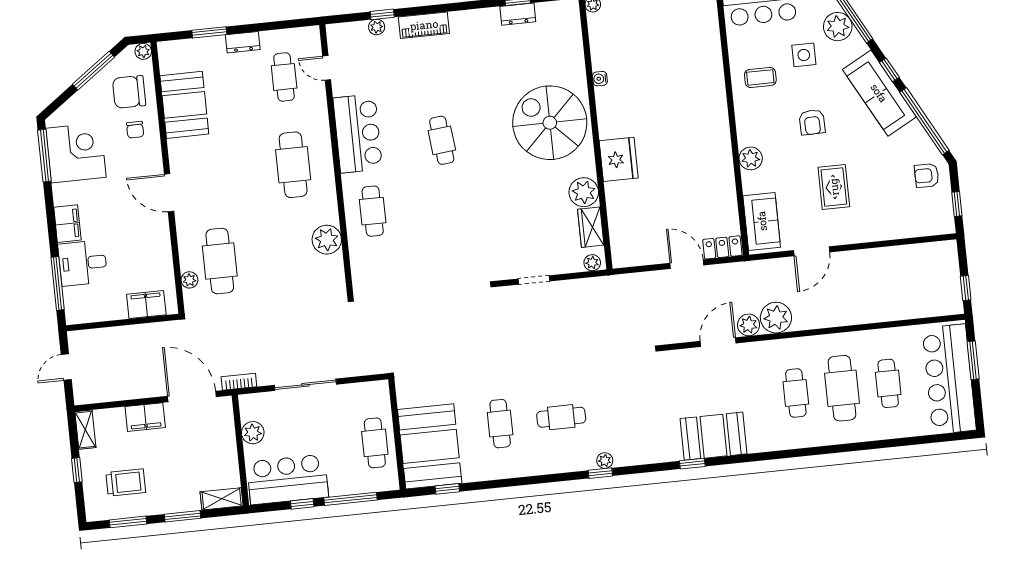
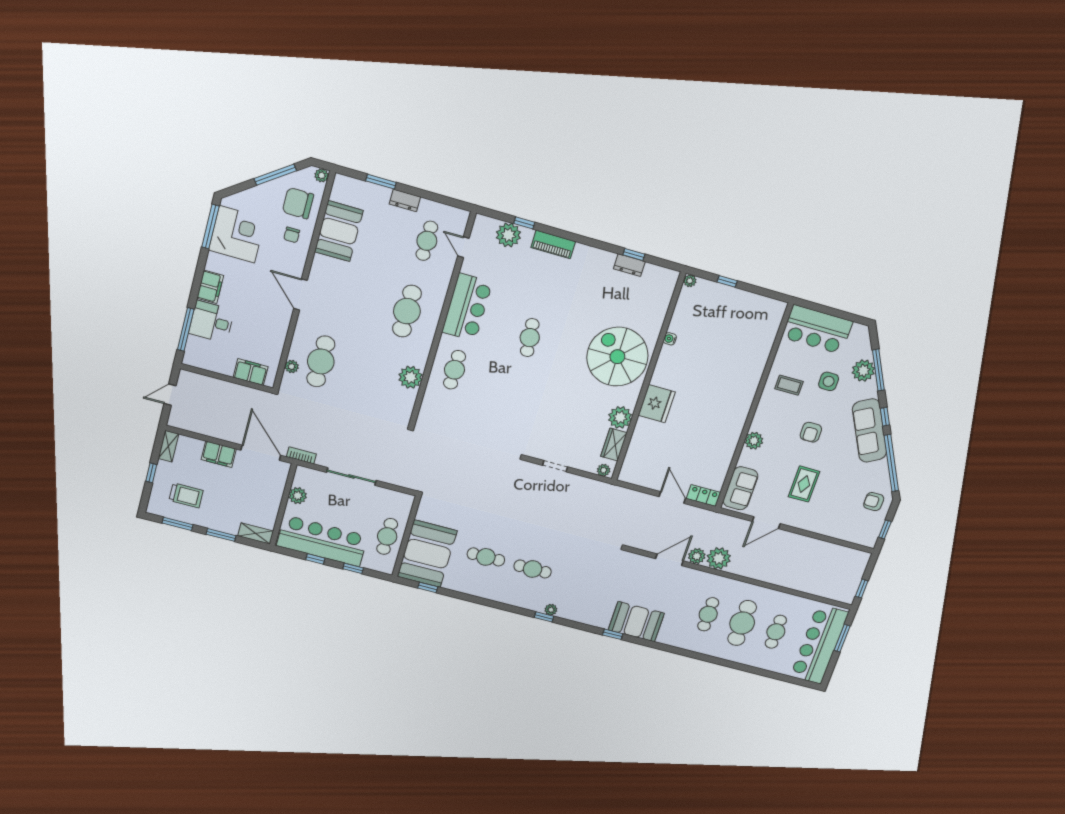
plant: (377, 27) -> (508, 235), width x1.88, depth x1.88
cafe table: (500, 424) -> (486, 557), turned 90
bar counter: (288, 479) -> (322, 541), width x1.36
window: (351, 499) -> (353, 568), width x0.46

